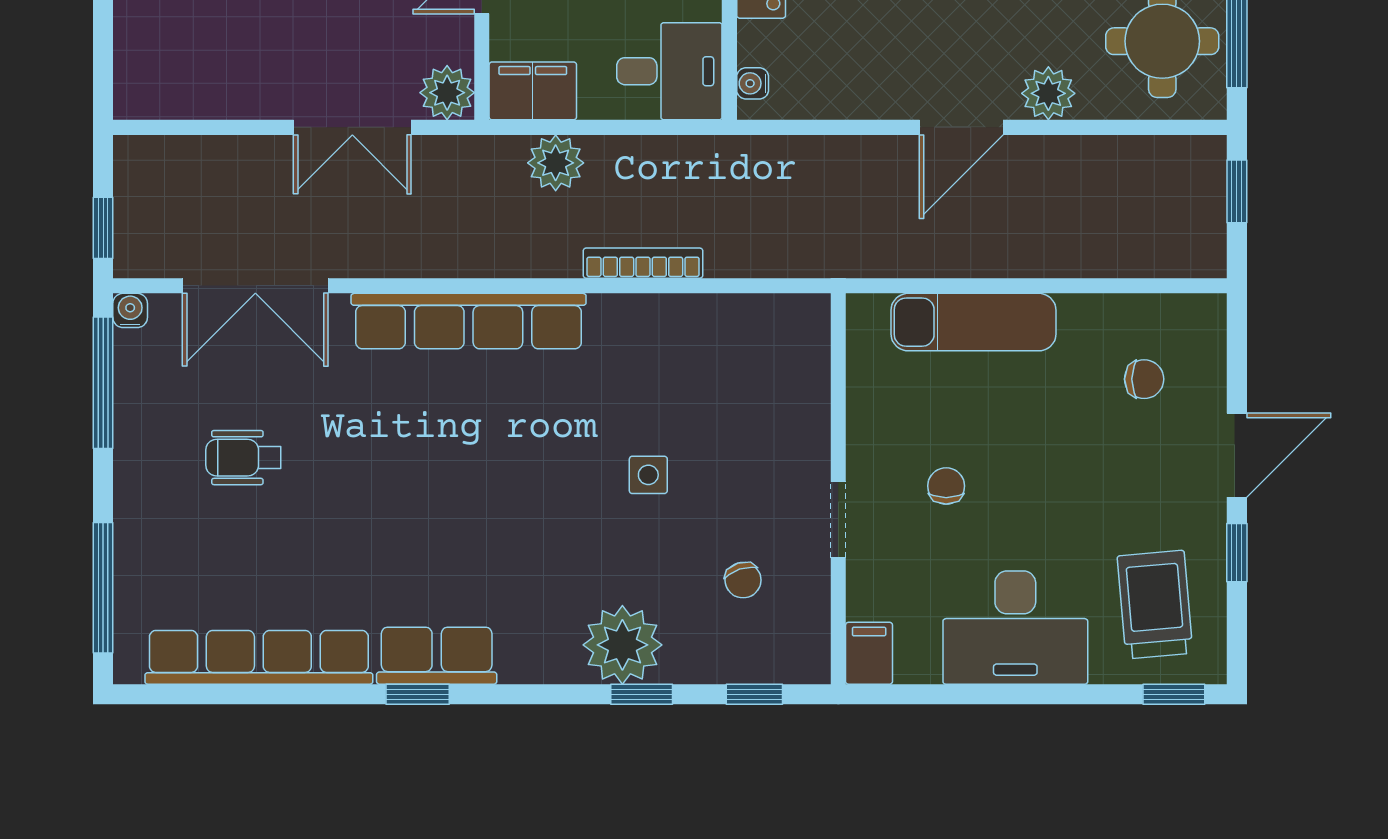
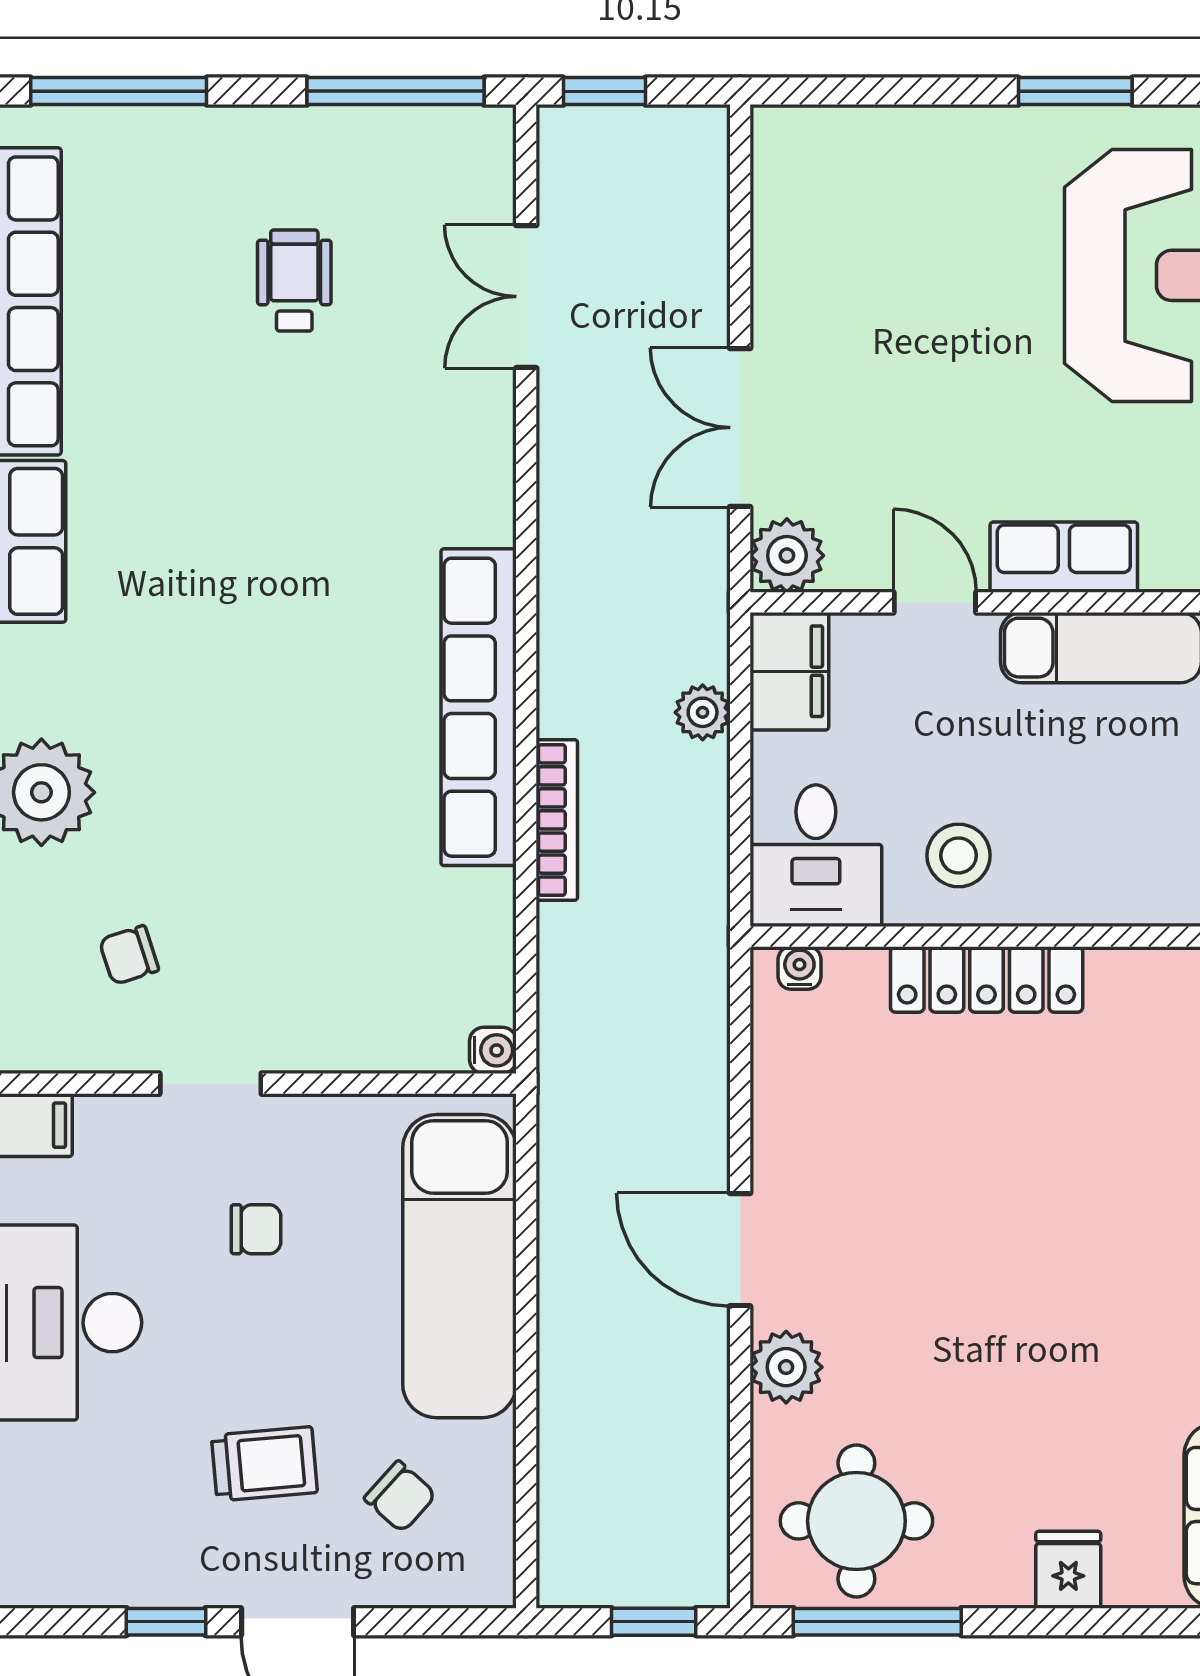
plant: (556, 163) -> (703, 712), width x0.73, depth x0.73
double door: (255, 286) -> (526, 297), width x0.73
water cooler: (130, 310) -> (493, 1050), moved
row of seats: (469, 321) -> (479, 707), moved
exam couch: (974, 322) -> (459, 1266), width x1.36, depth x1.45
chair: (1144, 379) -> (400, 1497), turned -48
side table: (648, 475) -> (271, 827), removed
trolley: (1155, 605) -> (264, 1464), moved, width x0.73, depth x0.72

